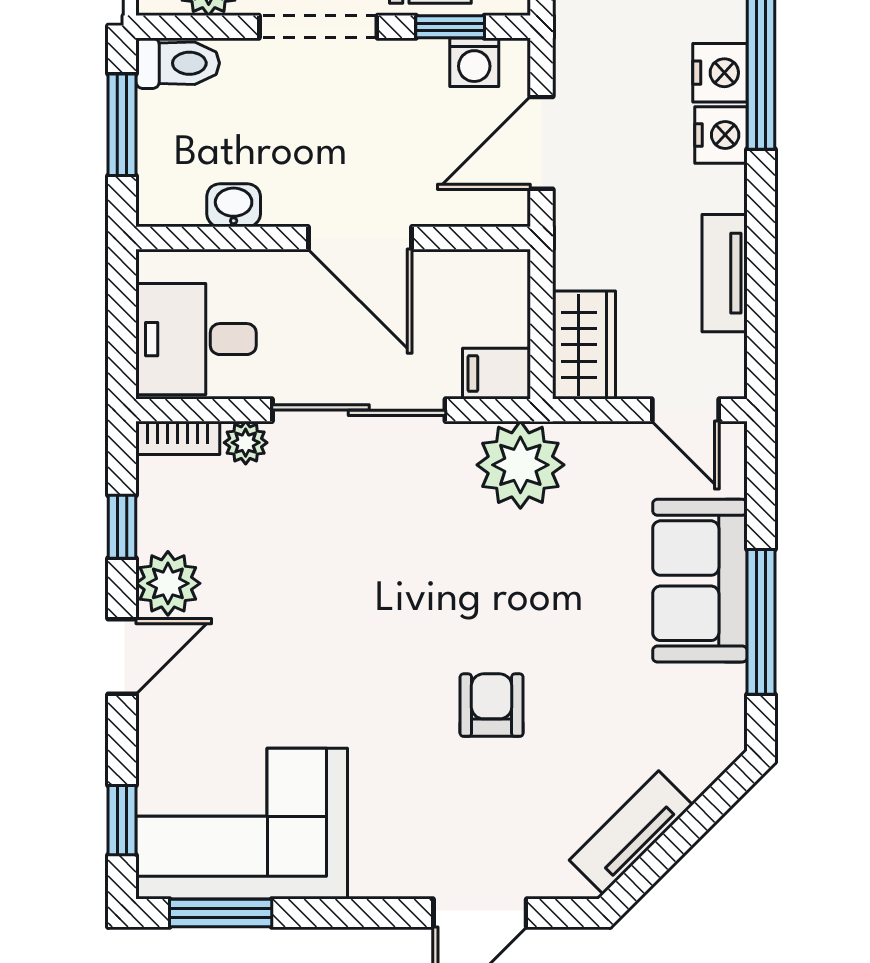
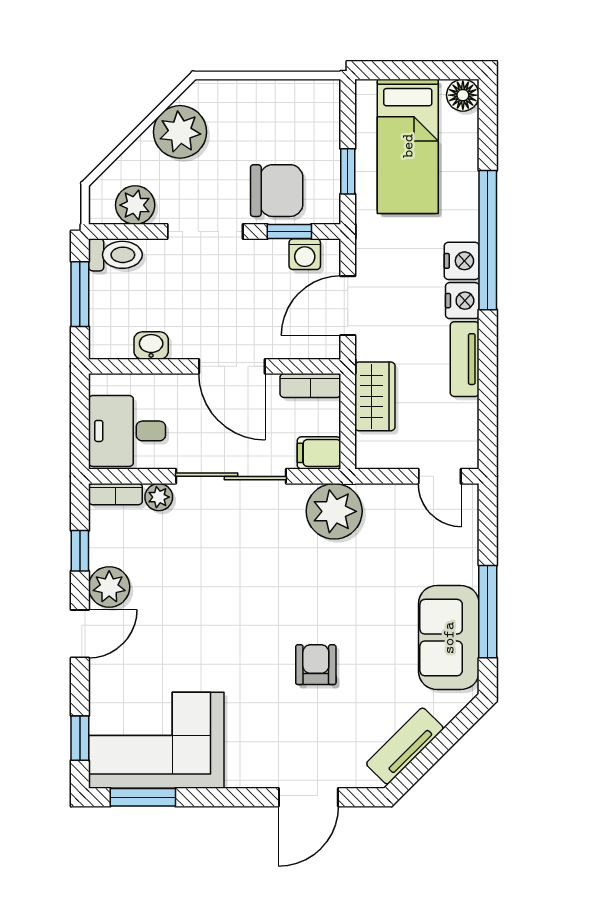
bookcase: (483, 268) -> (310, 386), added
tv unit: (725, 273) -> (465, 359), moved
wardrobe: (584, 345) -> (375, 396), moved
sofa: (700, 581) -> (449, 638), moved

